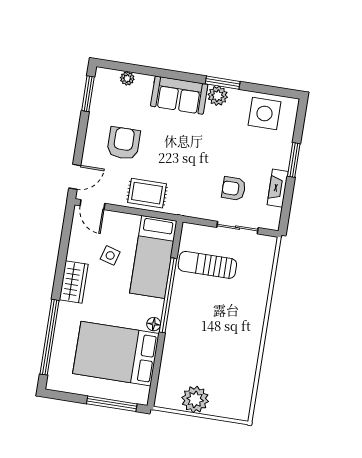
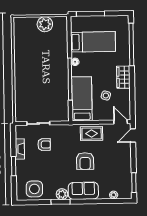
armchair: (124, 143) -> (85, 161), moved
sun lounger: (207, 265) -> (51, 100), removed
bed: (116, 354) -> (93, 42), width x0.67

